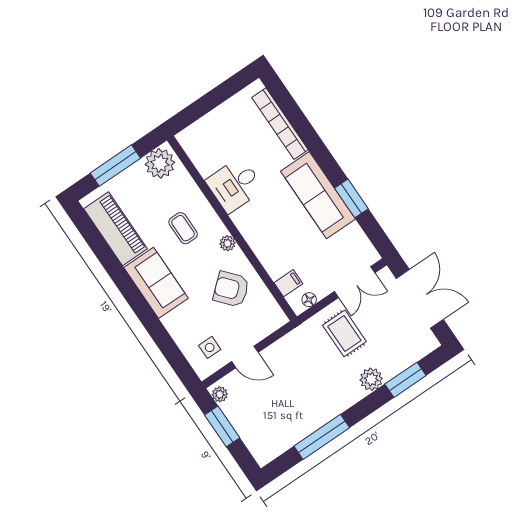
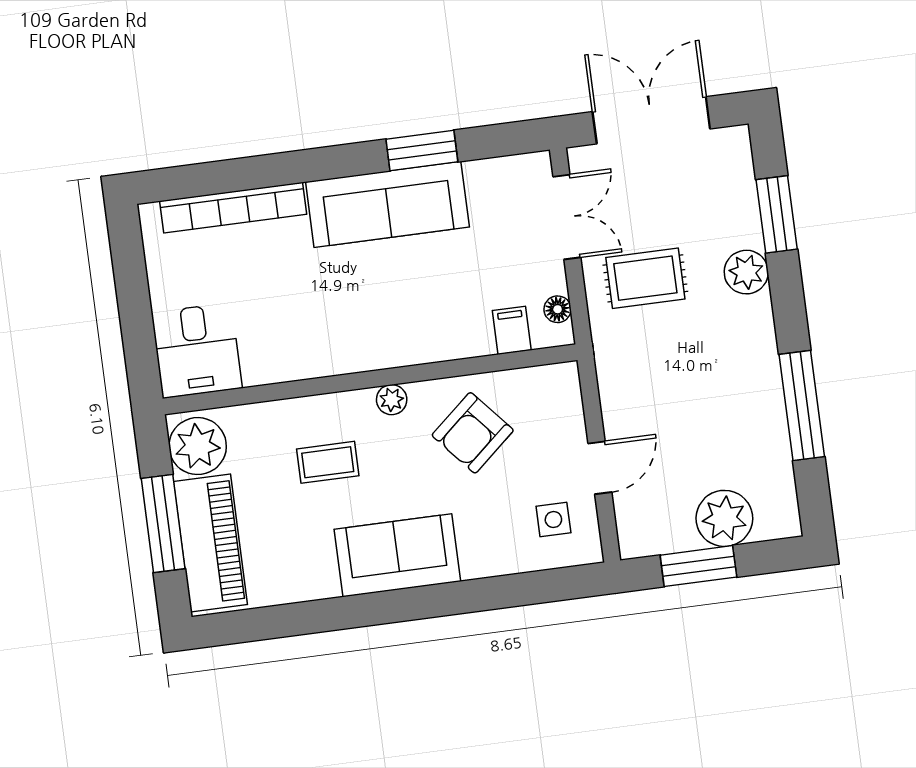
desk: (235, 185) -> (197, 350), moved
piano: (116, 229) -> (210, 543), moved, turned 90
plant: (220, 394) -> (724, 518), moved, width x1.87, depth x1.87

